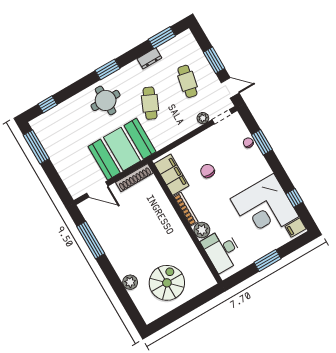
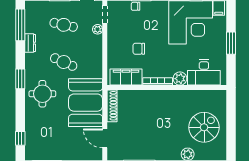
window: (162, 38) -> (20, 25), width x1.44
door: (97, 190) -> (105, 138), swing flipped
spiral stairs: (167, 283) -> (204, 127), turned 90

